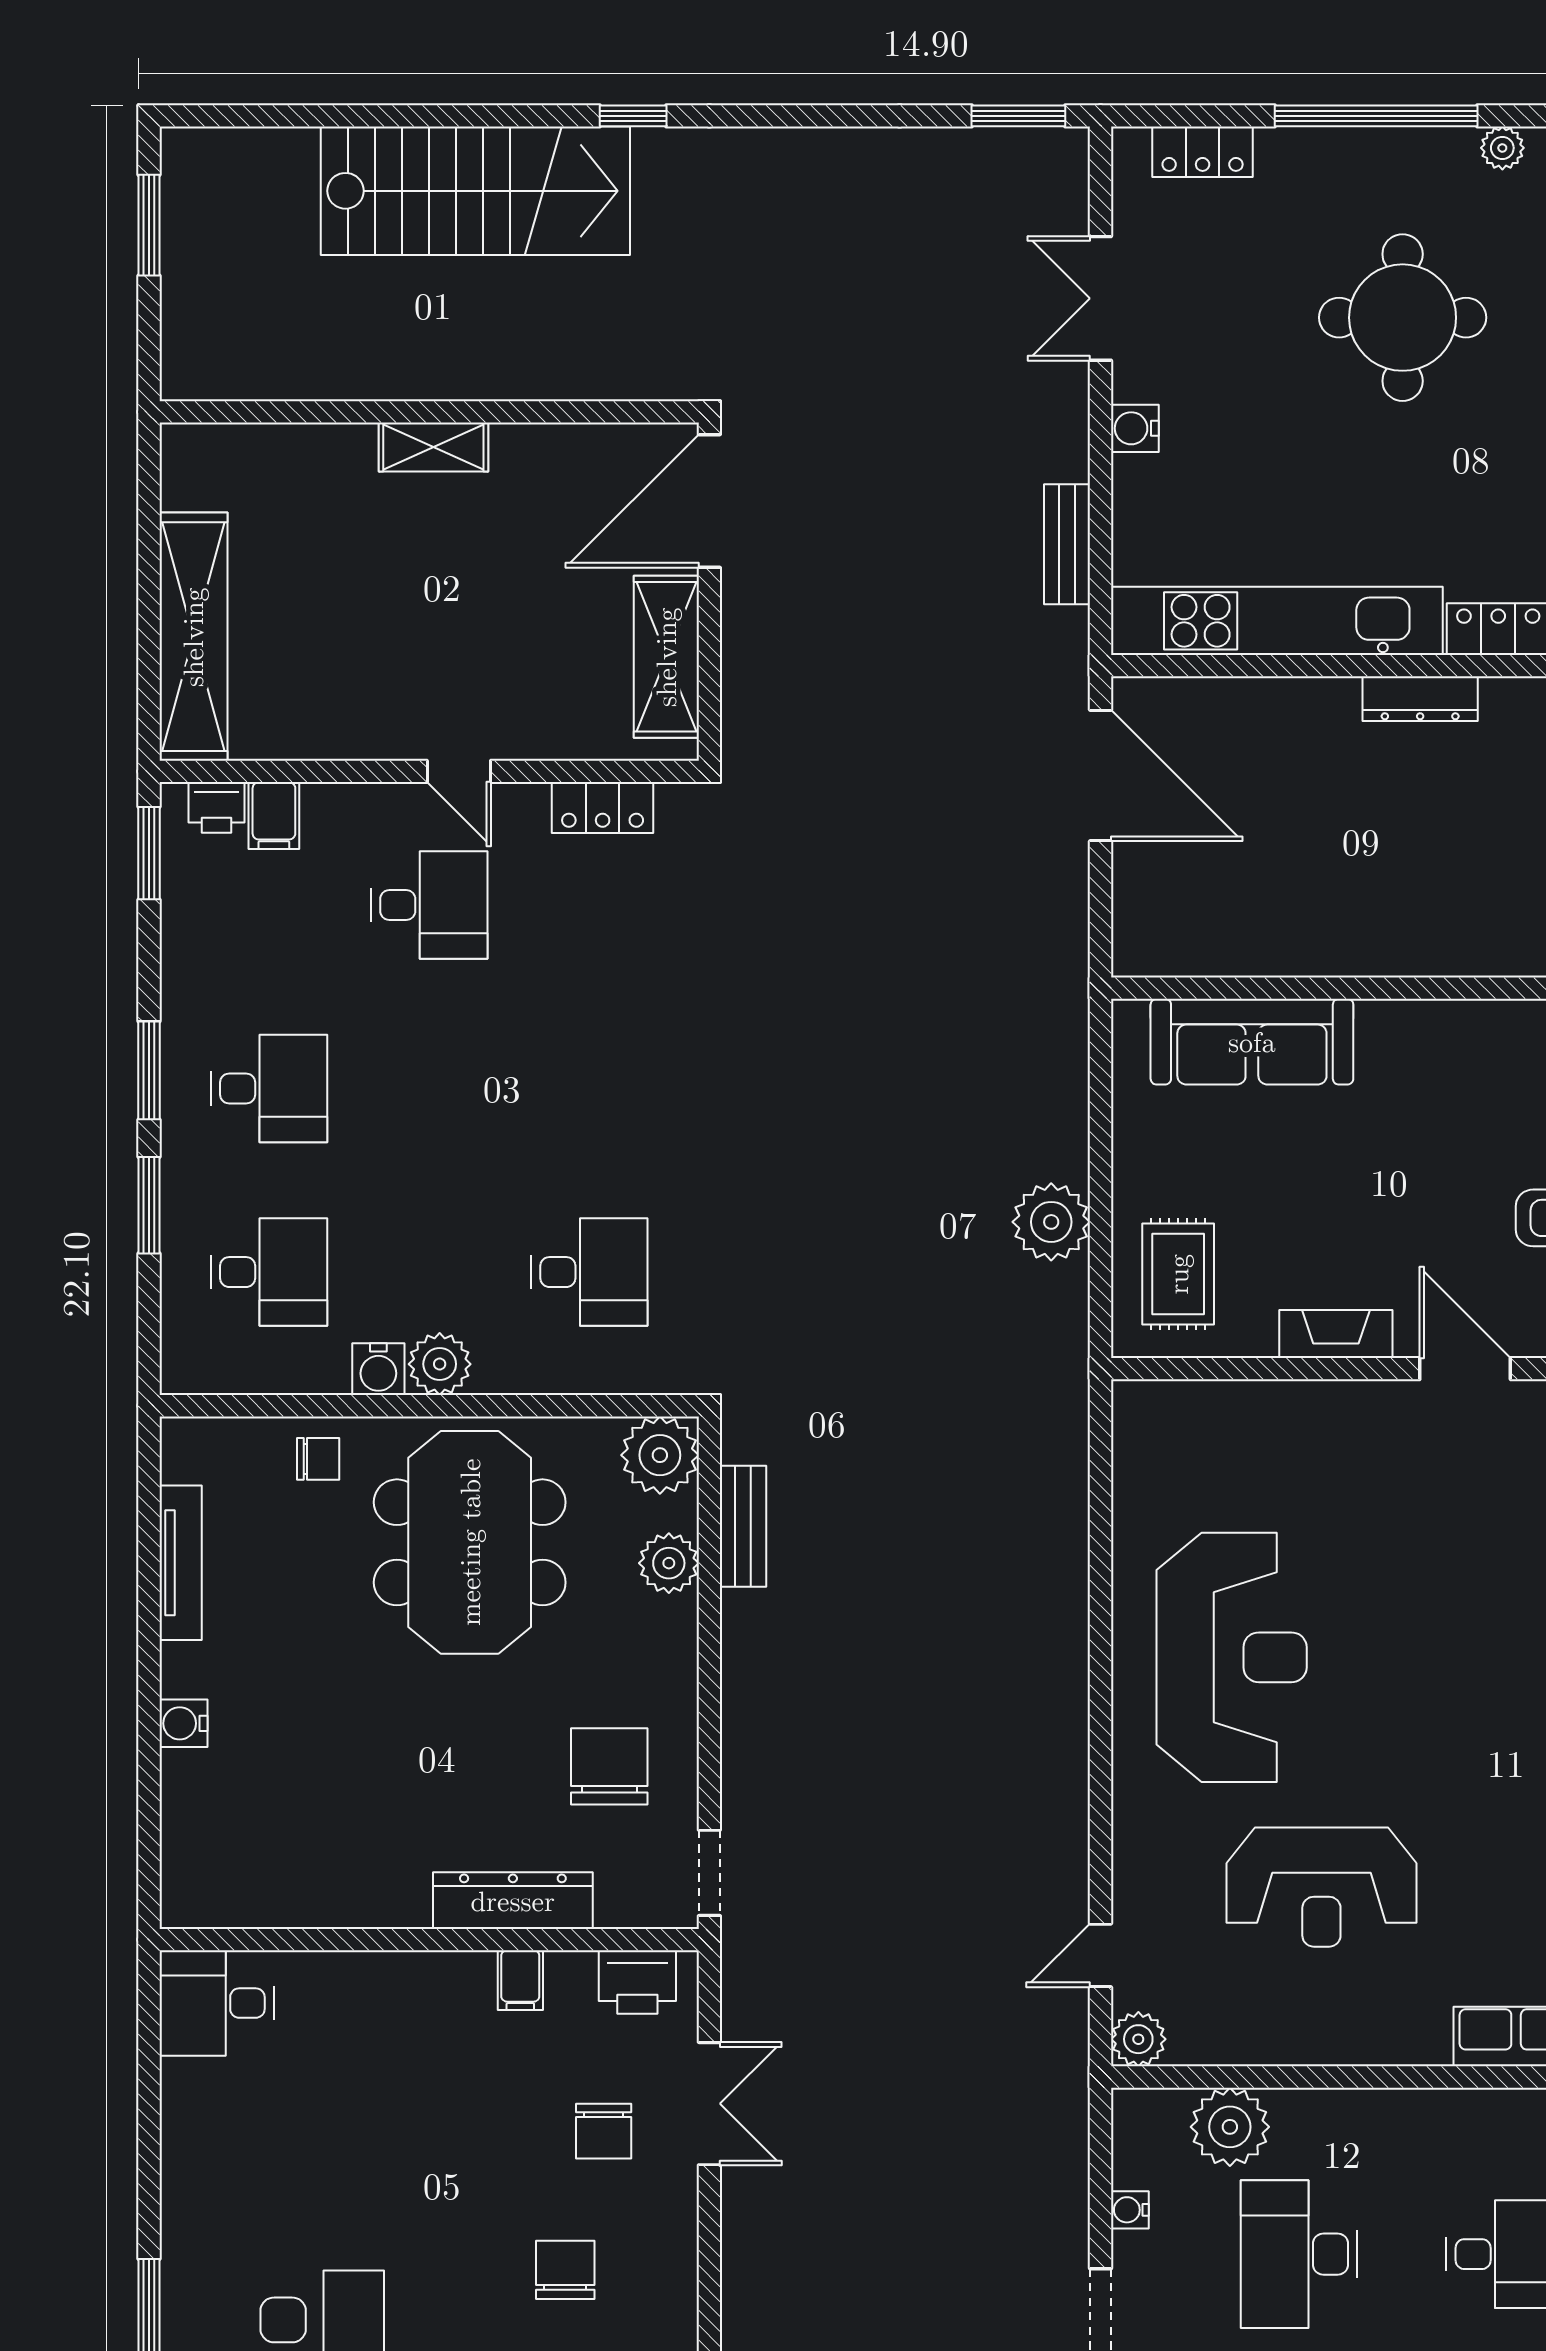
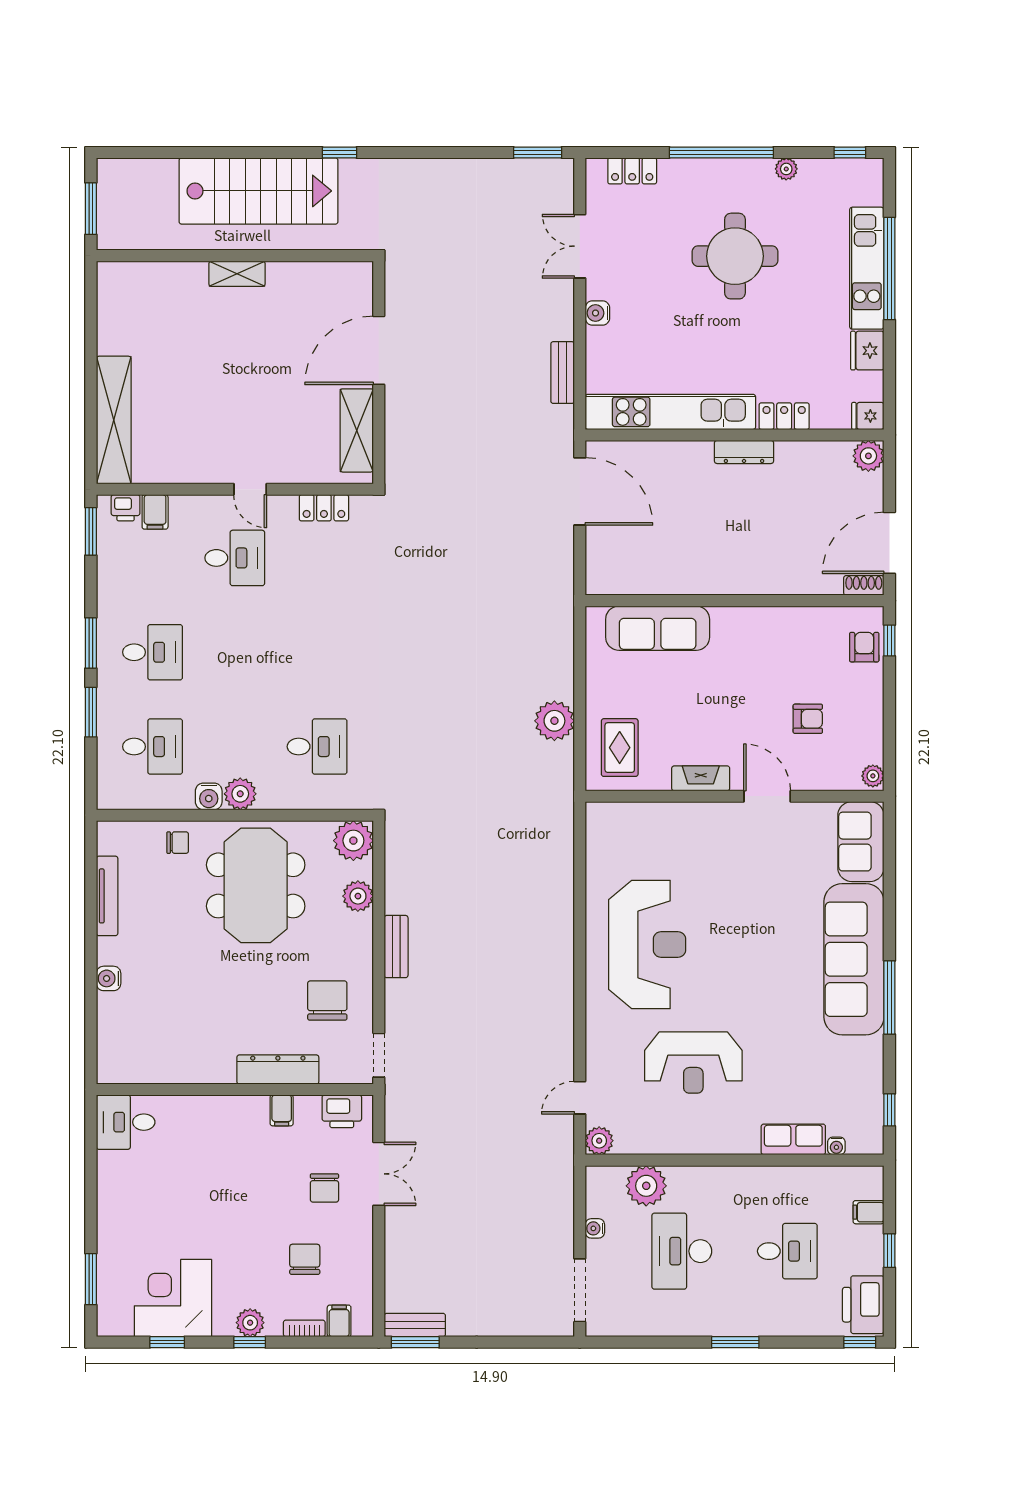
wall: (429, 412) -> (235, 256), moved
shelving: (433, 447) -> (237, 274), moved
bench: (743, 1526) -> (396, 947), moved

